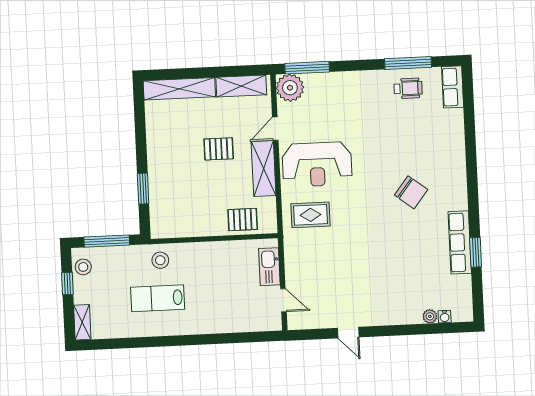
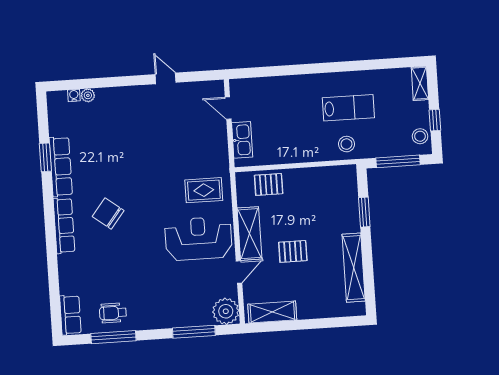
window: (307, 68) -> (194, 332), moved
shelving: (179, 89) -> (354, 268), moved, turned 90
row of seats: (458, 181) -> (64, 226), added

